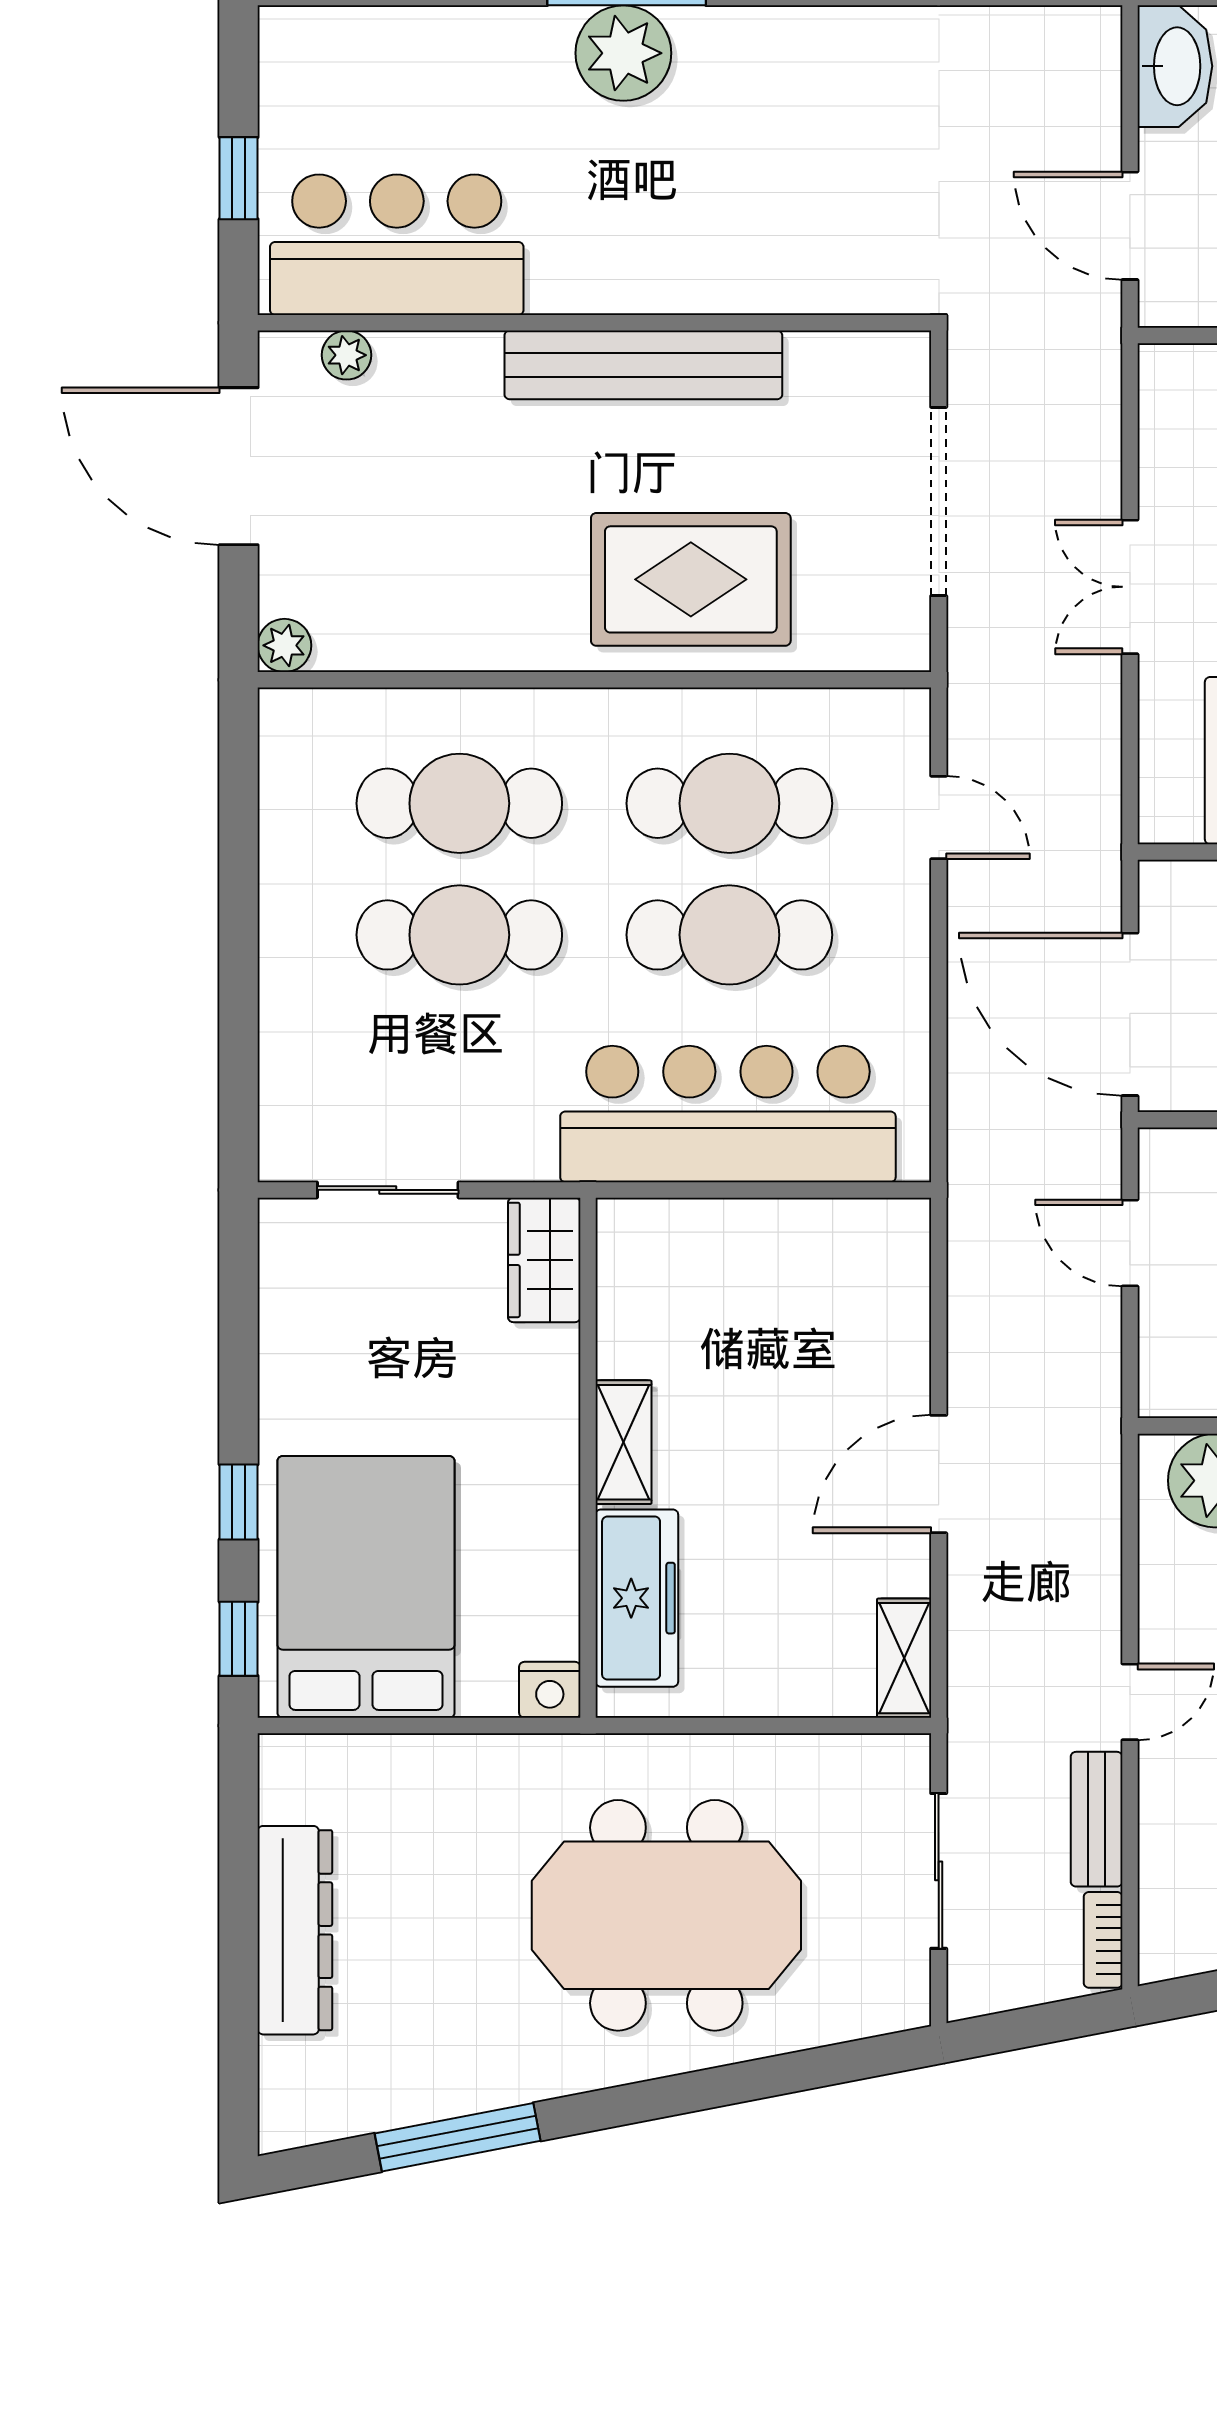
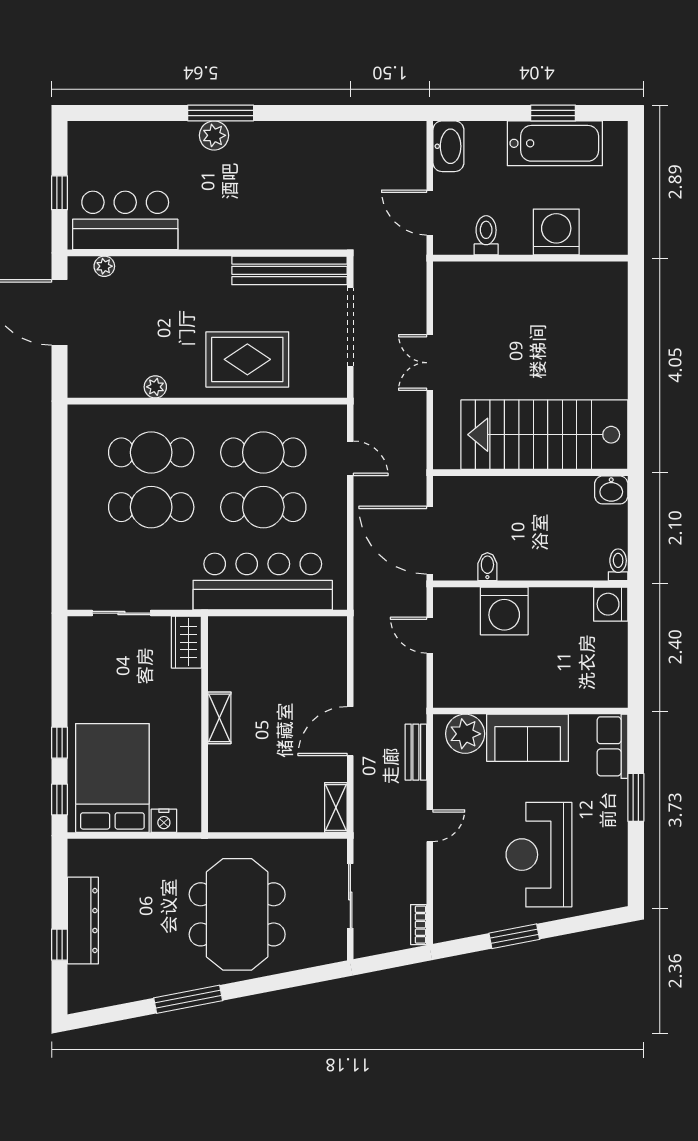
plant: (623, 53) -> (214, 135), width x0.73, depth x0.73
bench: (643, 365) -> (289, 270), moved
plant: (284, 645) -> (155, 387), moved
freezer: (637, 1598) -> (225, 783), removed
nightstand: (550, 1690) -> (164, 821), moved
bench: (1097, 1819) -> (416, 752), moved
meeting table: (666, 1915) -> (237, 914), turned 90
window: (239, 1988) -> (59, 945), added
window: (458, 2137) -> (188, 999), moved

